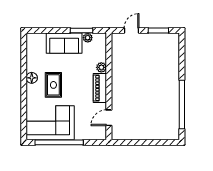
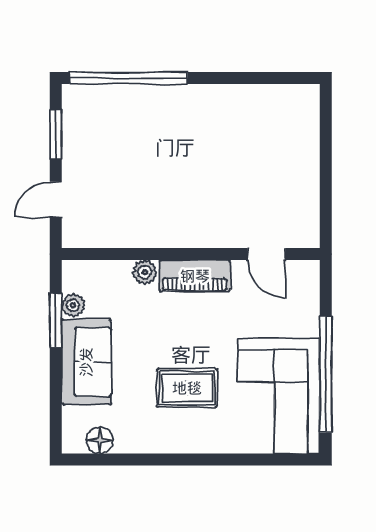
door: (132, 30) -> (56, 199), hinge flipped
floor lamp: (32, 78) -> (100, 440), moved
window: (182, 104) -> (128, 78), moved

